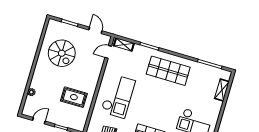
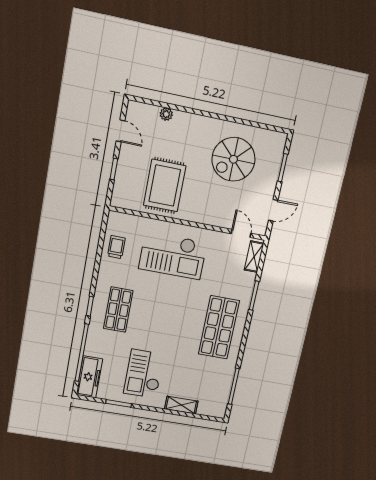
shelving: (222, 90) -> (181, 405), moved
rug: (74, 97) -> (165, 186), width x1.36, depth x1.43

